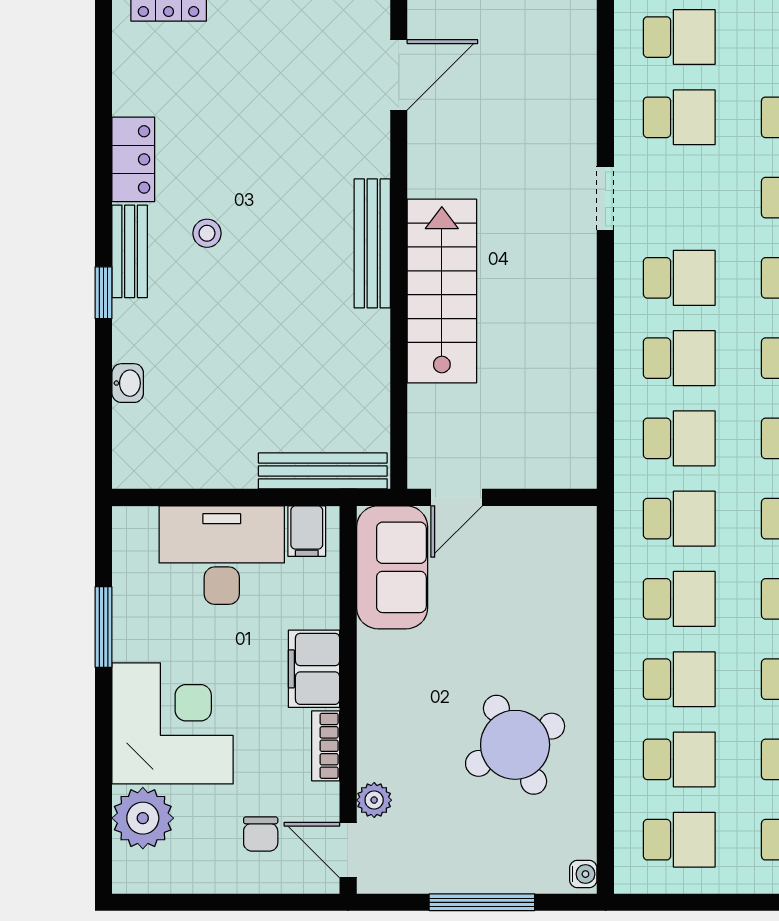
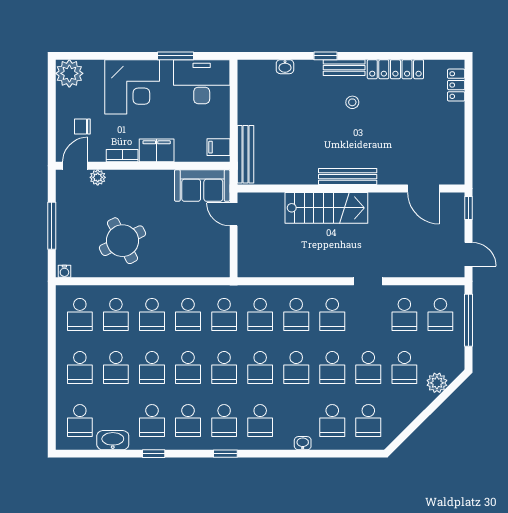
locker: (133, 159) -> (395, 69), width x1.53
desk: (222, 555) -> (202, 82), moved, turned -90
plant: (143, 818) -> (69, 73), moved

